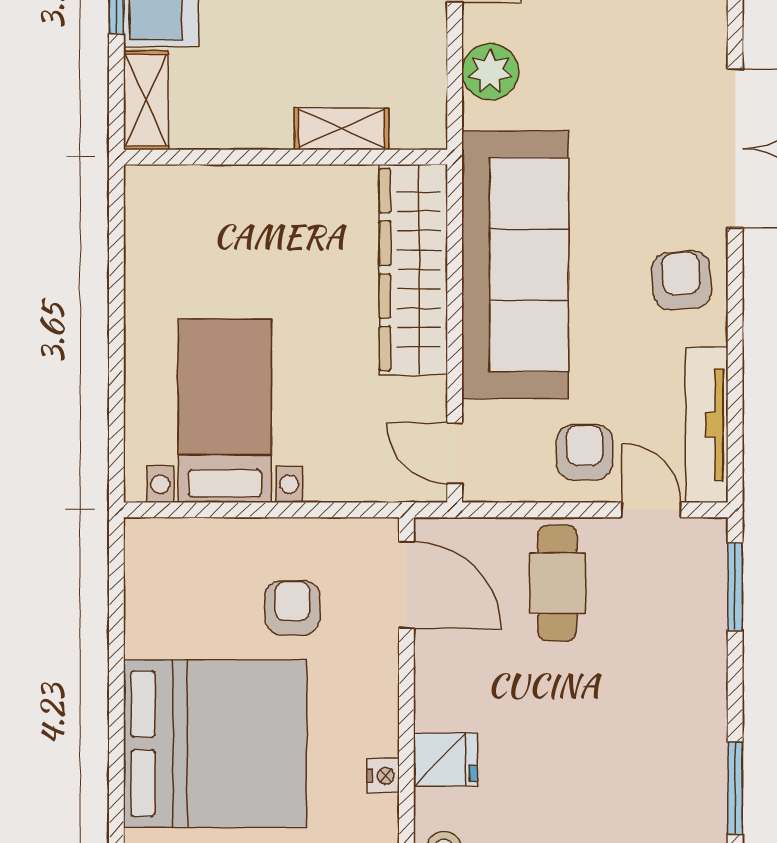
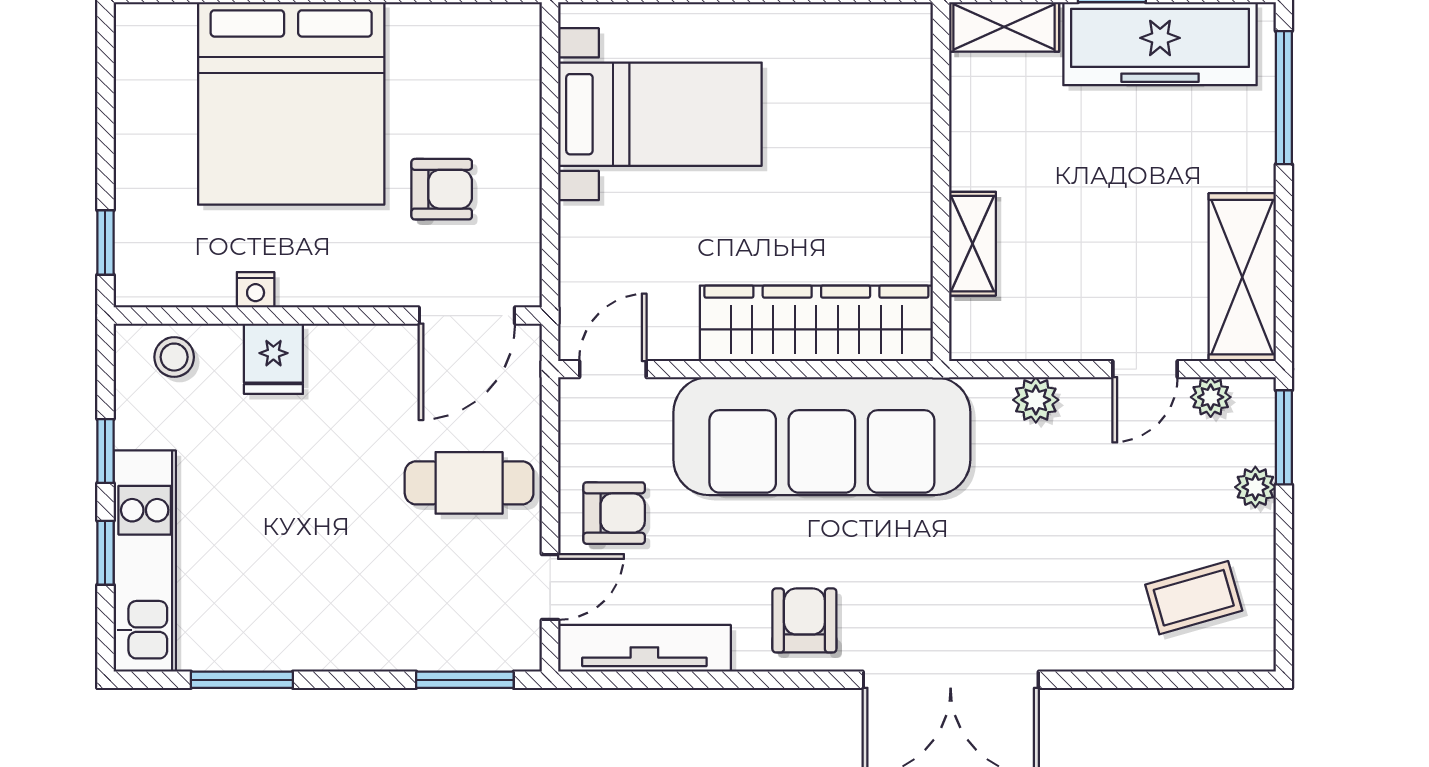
plant: (490, 72) -> (1036, 400), width x0.73, depth x0.73
armchair: (682, 280) -> (804, 620), turned -85

